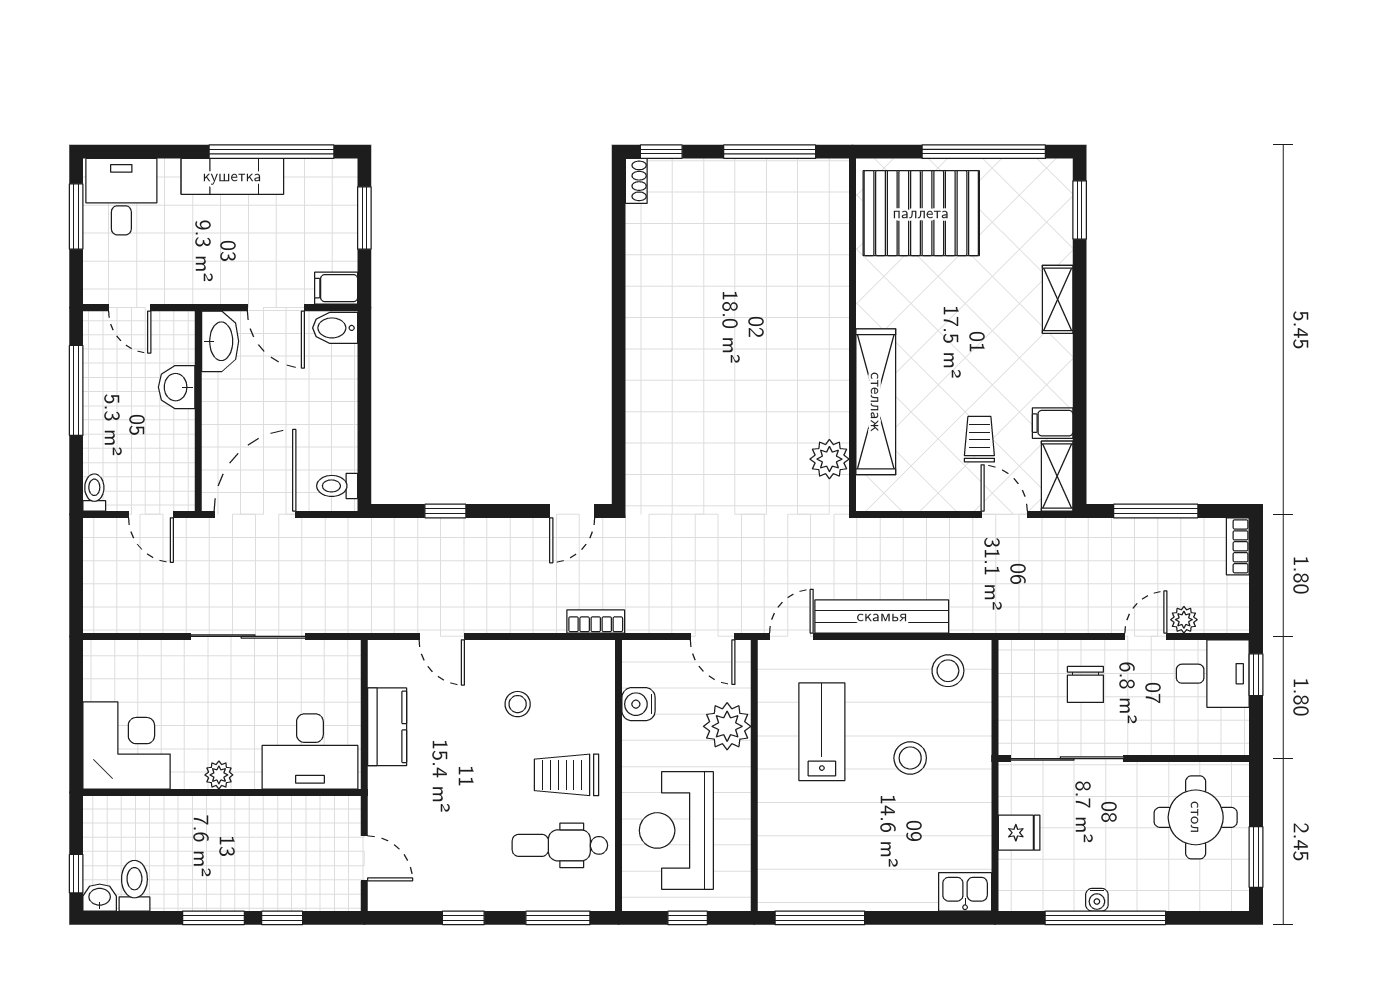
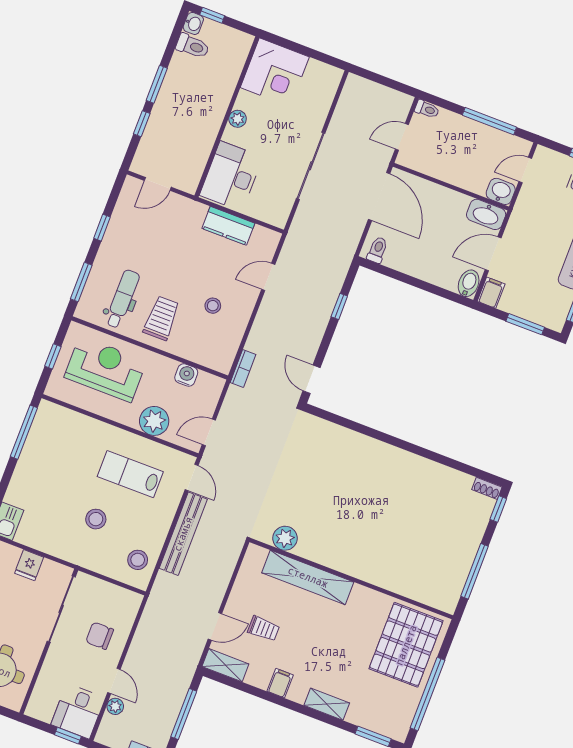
washbasin: (177, 387) -> (501, 191), moved
filing cabinet: (1053, 423) -> (280, 683), moved
lab bench: (822, 732) -> (130, 474), turned 180

